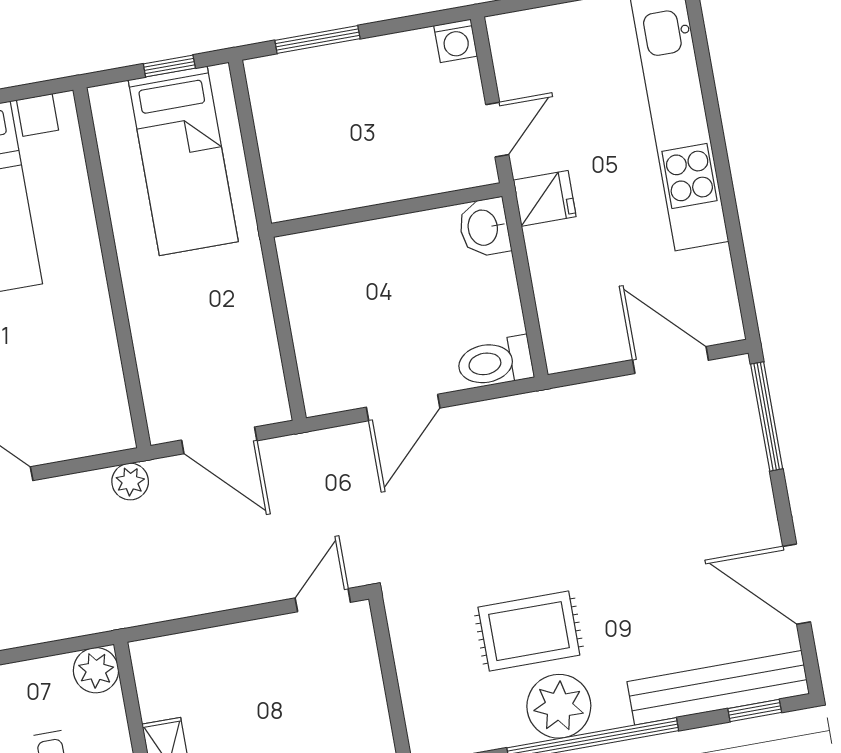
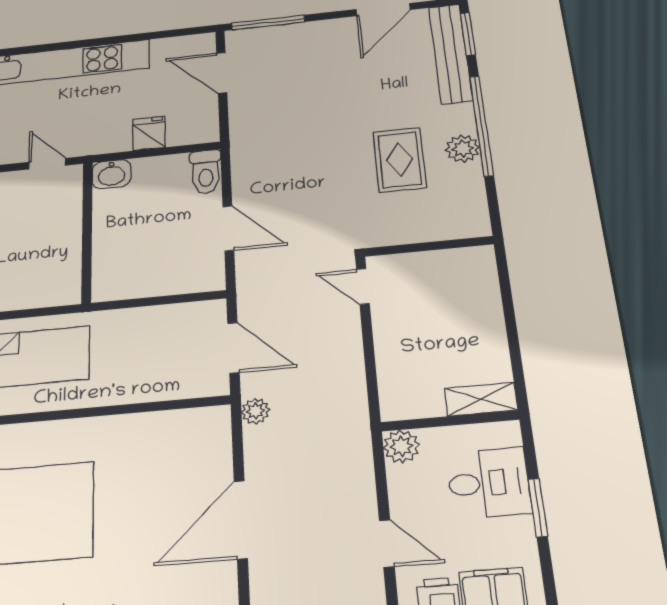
fridge: (545, 198) -> (149, 133), moved
door: (670, 360) -> (222, 73), hinge flipped
door: (219, 440) -> (233, 348), hinge flipped
plant: (559, 706) -> (463, 149), width x0.73, depth x0.73
window: (755, 710) -> (468, 34), width x1.50

